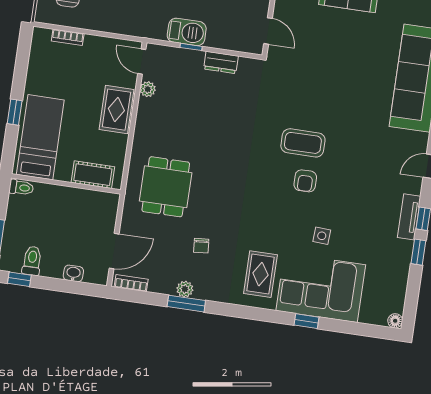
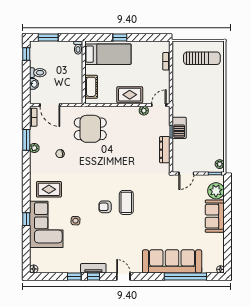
dresser: (221, 62) -> (165, 150), width x1.44
toilet: (32, 261) -> (38, 73), moved
window: (186, 304) -> (26, 140), moved

